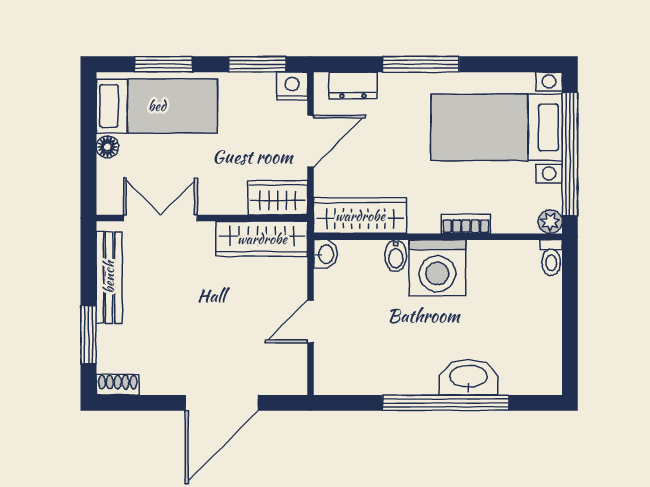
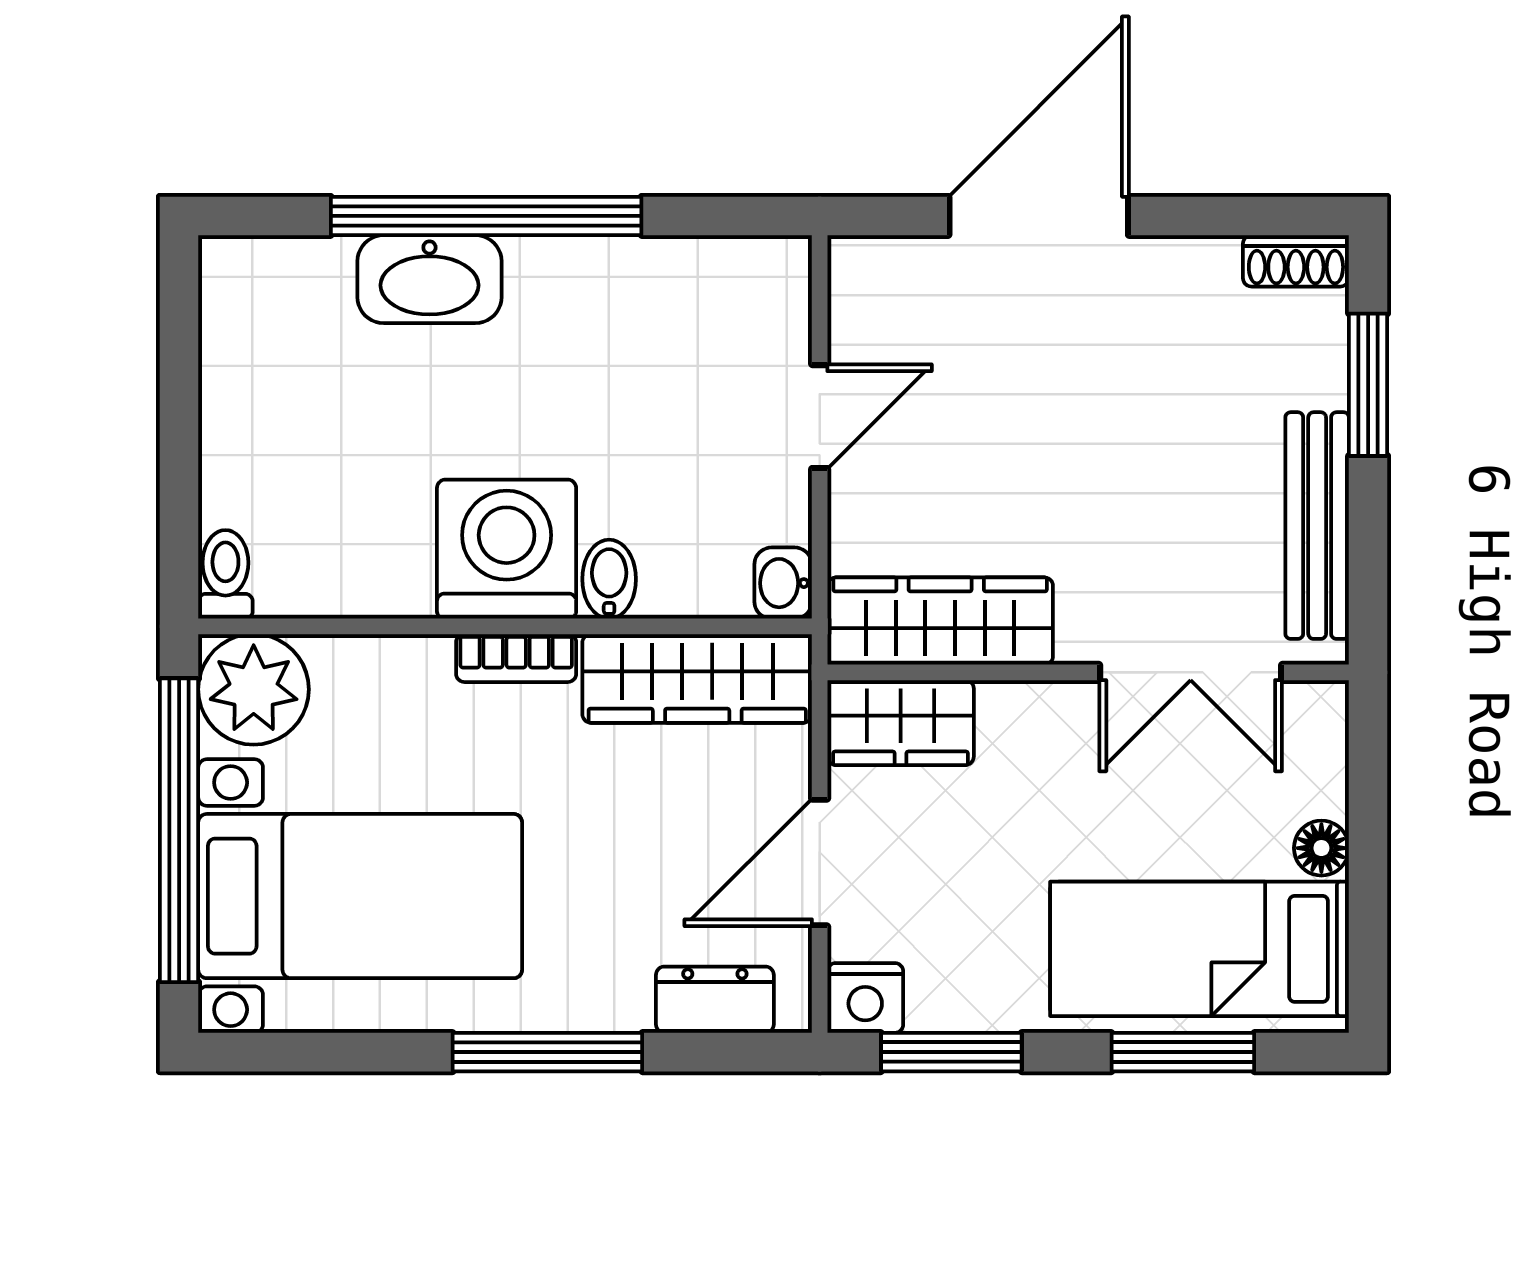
plant: (550, 222) -> (254, 689), width x1.88, depth x1.88
bookcase: (466, 224) -> (516, 658), moved

